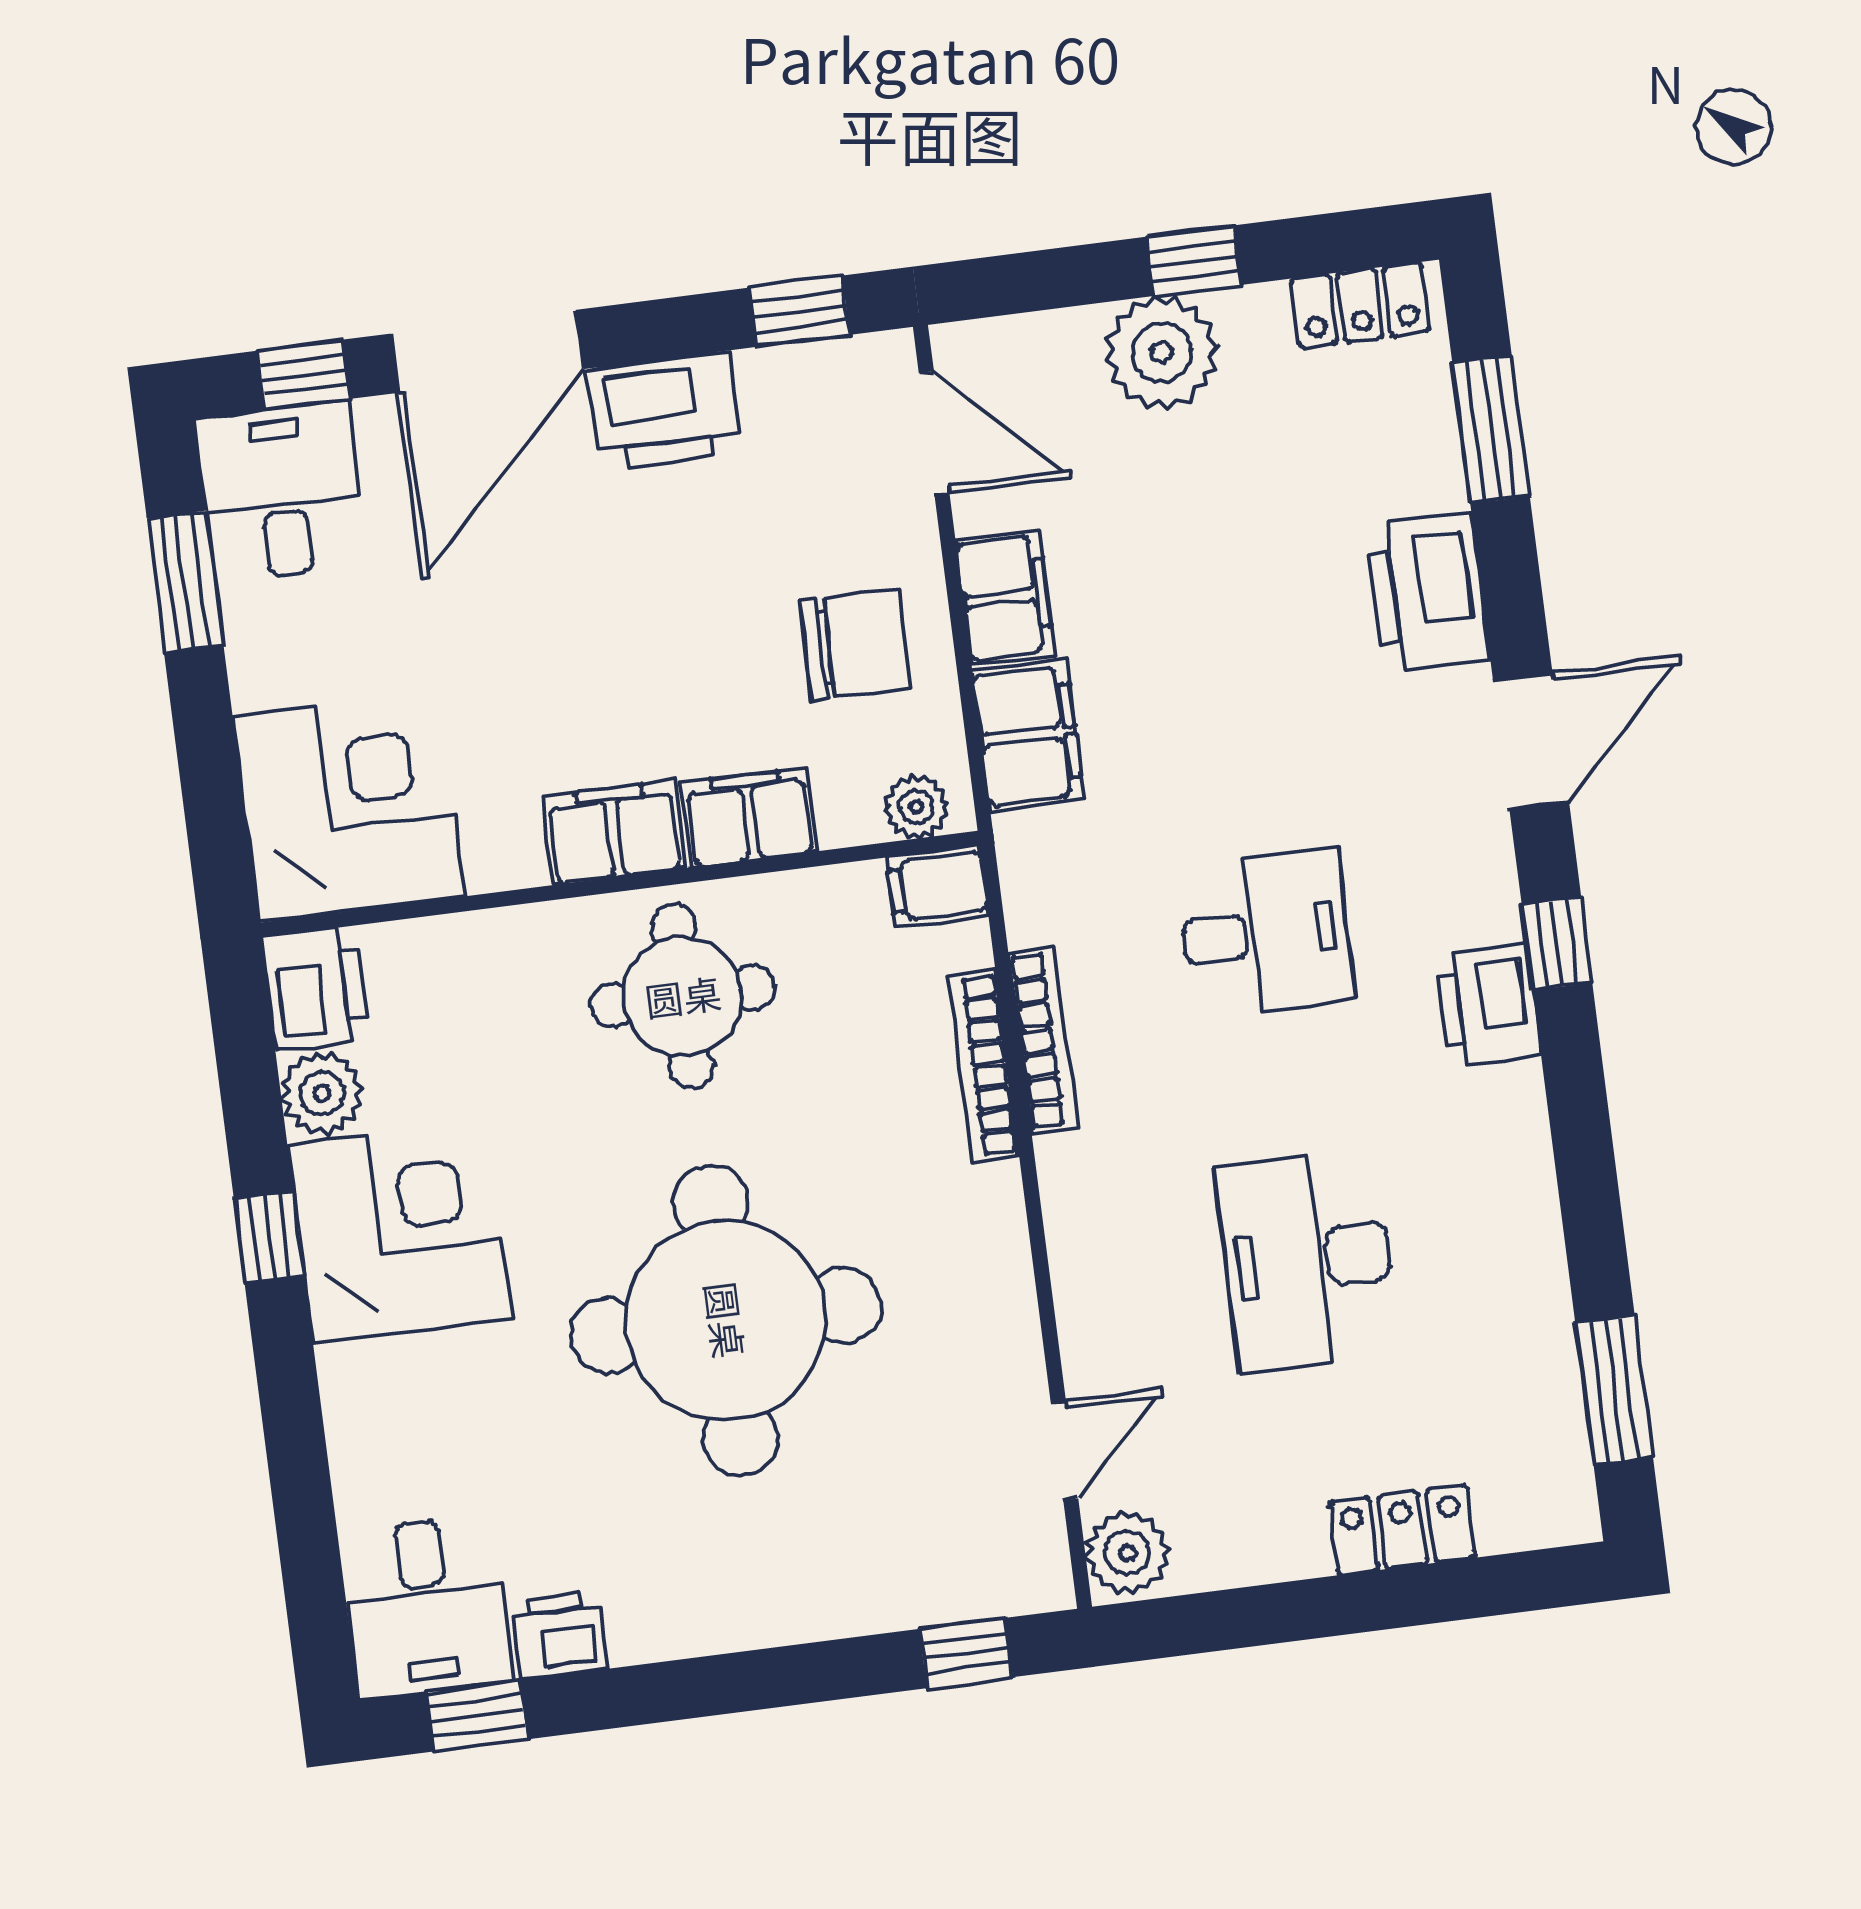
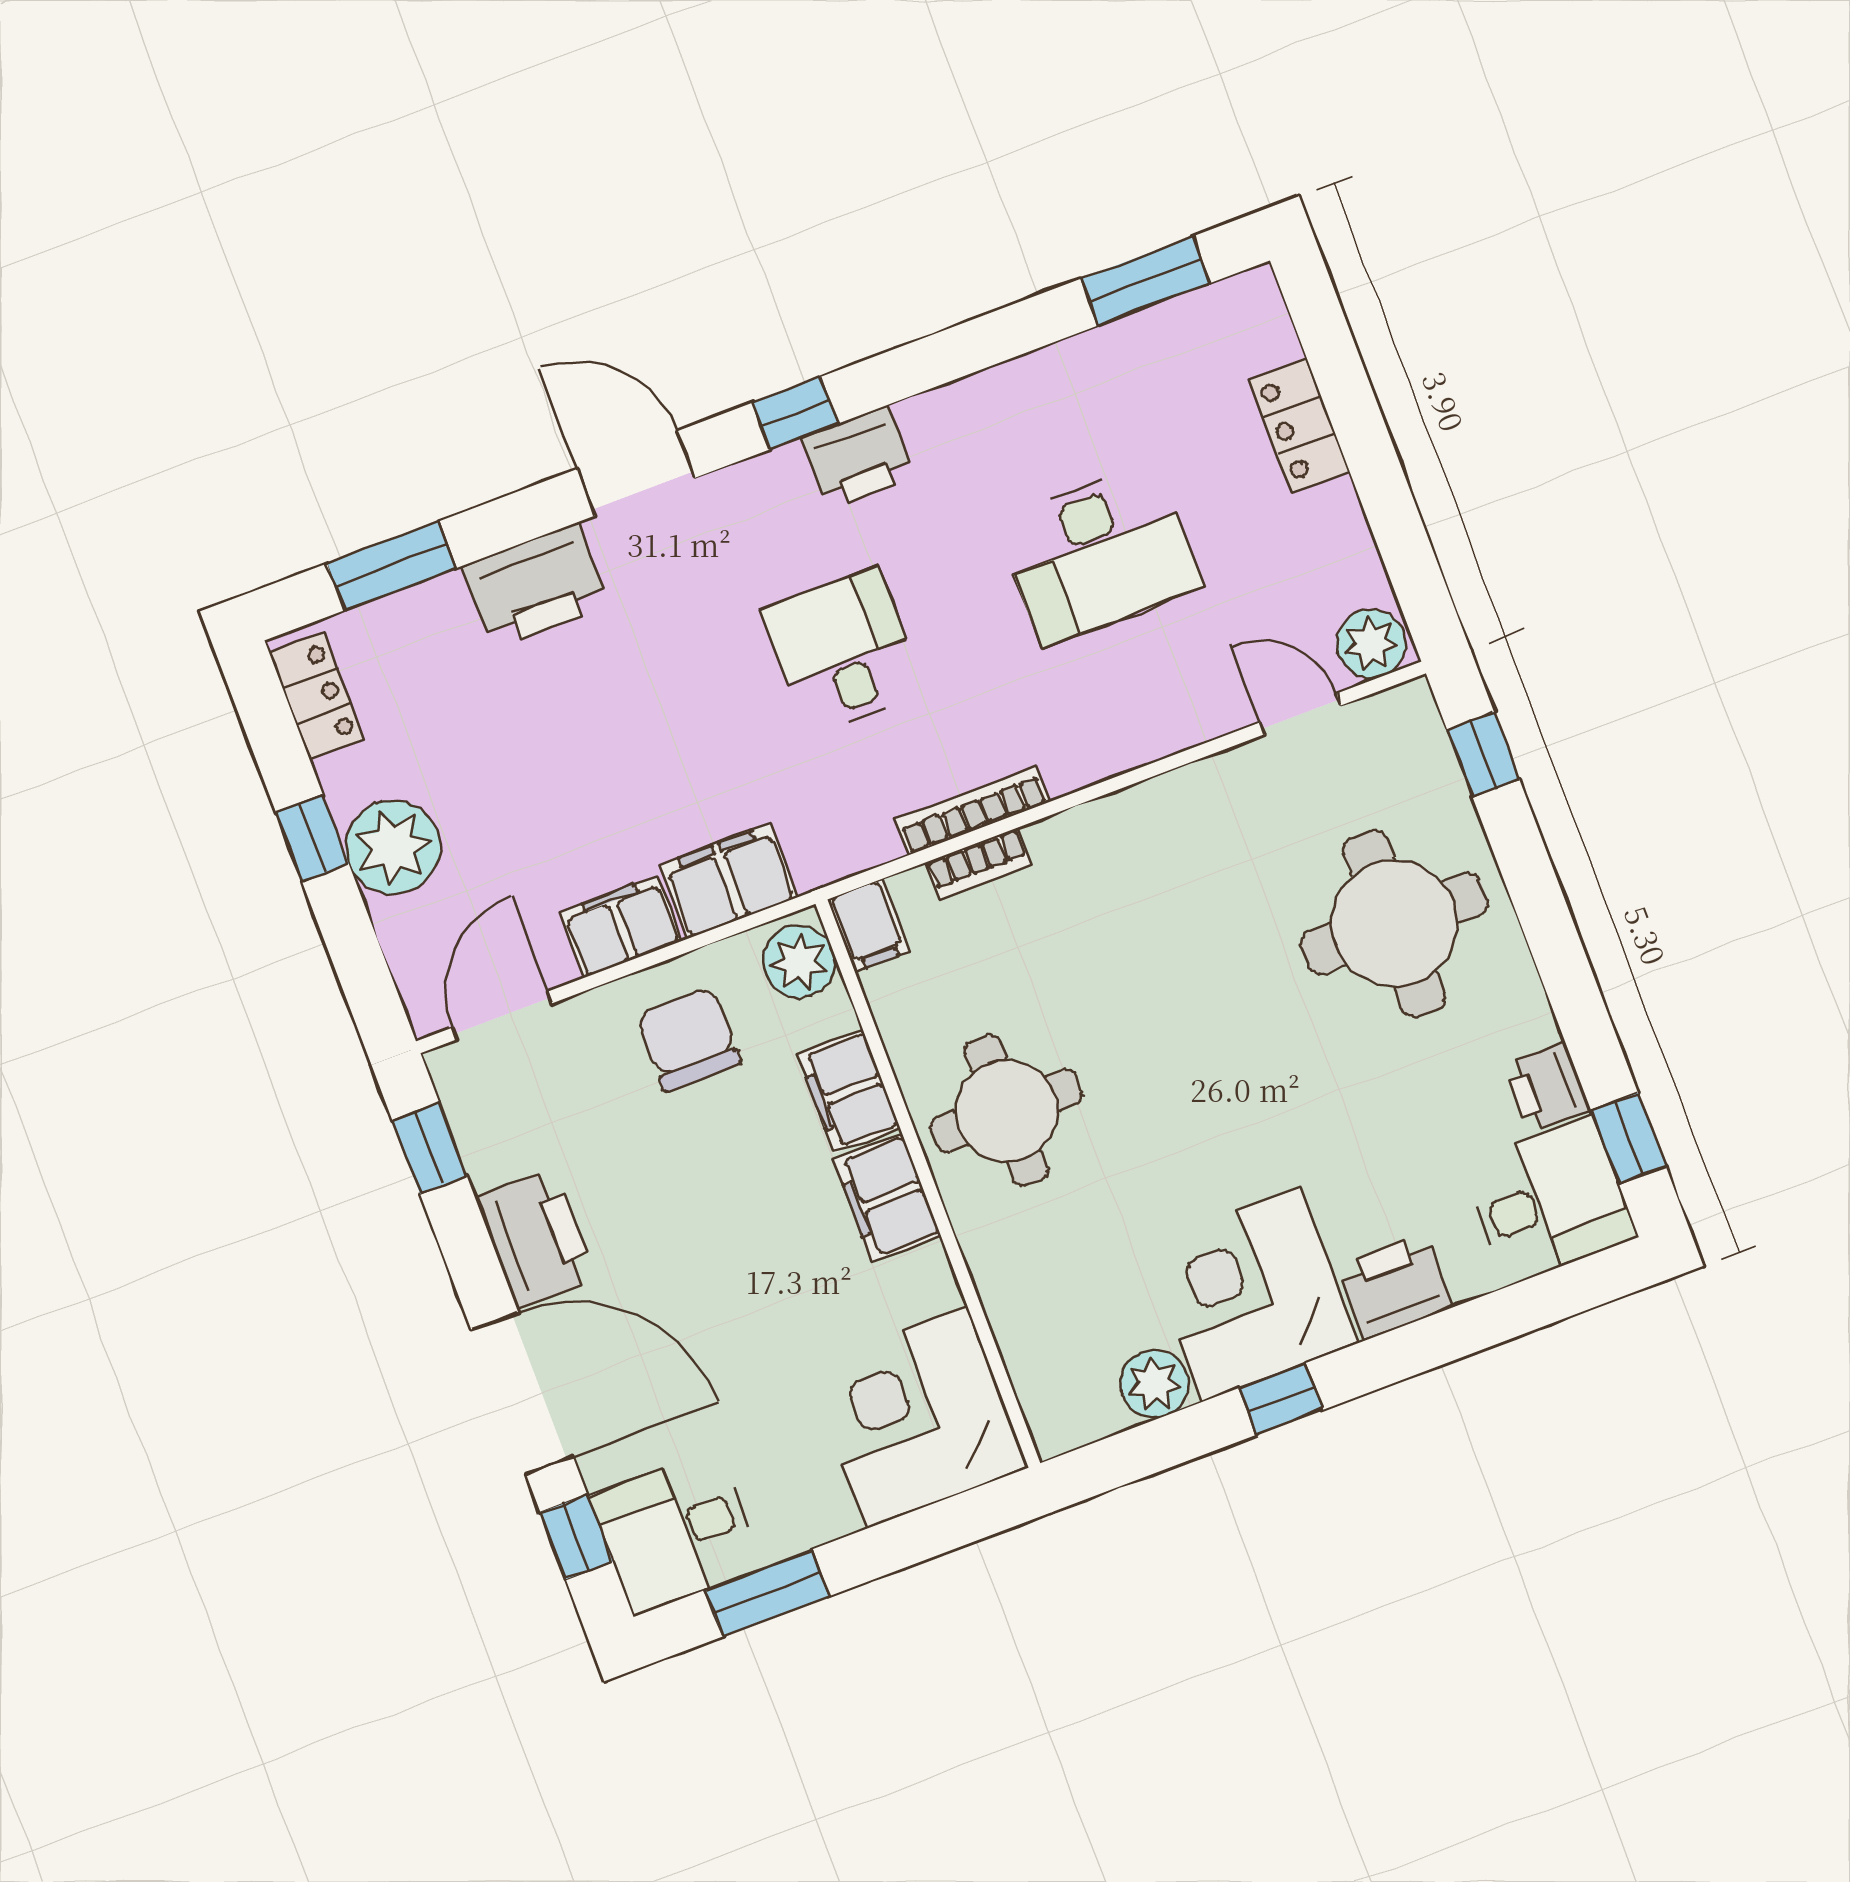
plant: (916, 807) -> (799, 962), width x1.38, depth x1.38
printer: (315, 989) -> (1395, 1287), moved
bookcase: (984, 1066) -> (978, 864), width x0.64
round table: (726, 1320) -> (1394, 923), moved, width x0.73, depth x0.73

